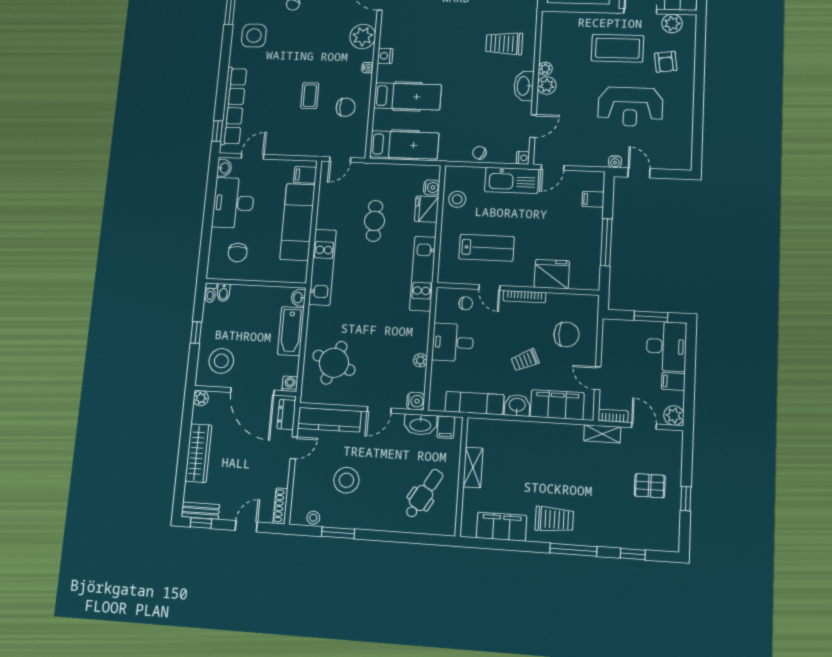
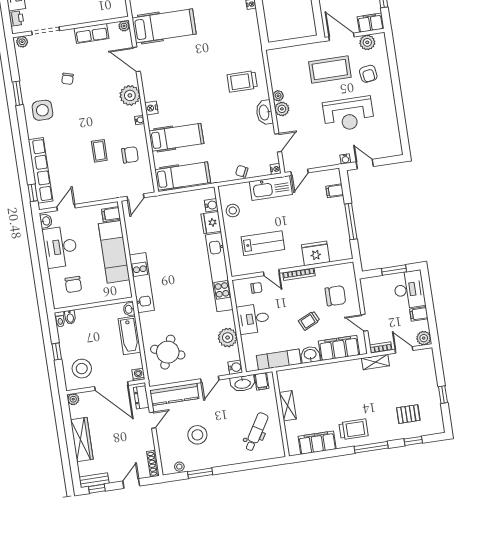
cafe table: (374, 221) -> (173, 239), removed
kitchen unit: (423, 274) -> (219, 272), width x1.36
plant: (420, 360) -> (228, 338), width x1.87, depth x1.87
pallet: (650, 486) -> (408, 414), moved

